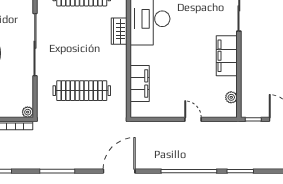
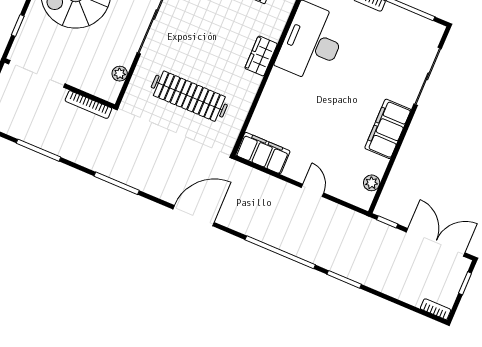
wardrobe: (119, 31) -> (261, 56), moved
filing cabinet: (140, 84) -> (263, 153), moved, turned -90
plant: (28, 112) -> (120, 74), moved

